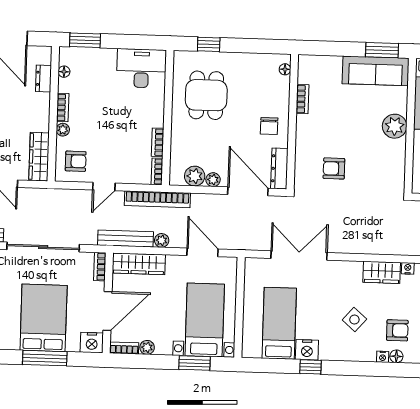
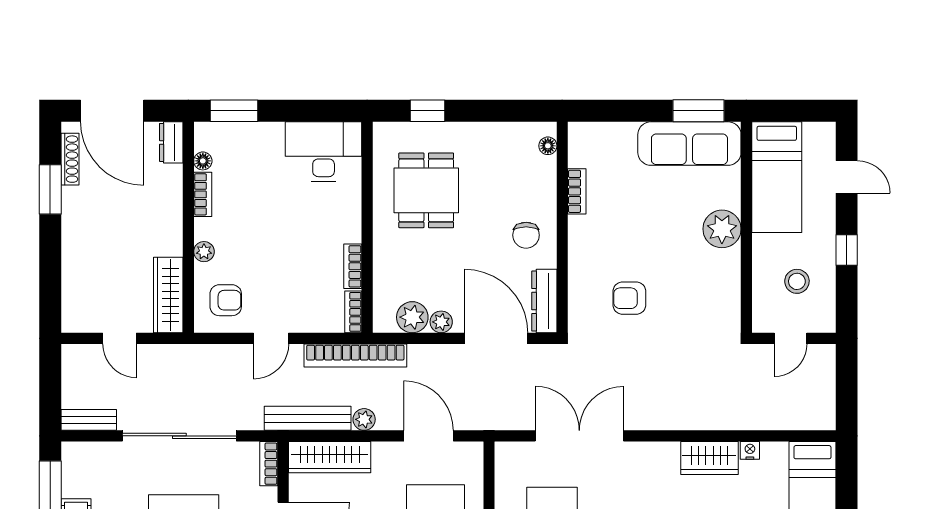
dresser: (44, 79) -> (171, 142), moved
bookcase: (63, 108) -> (203, 194), moved

